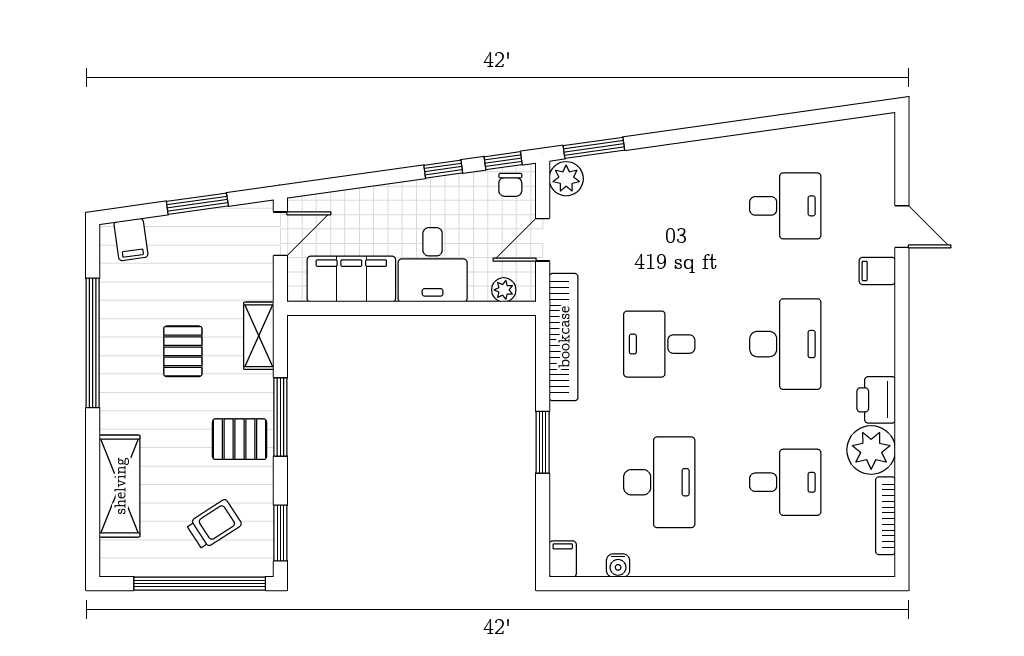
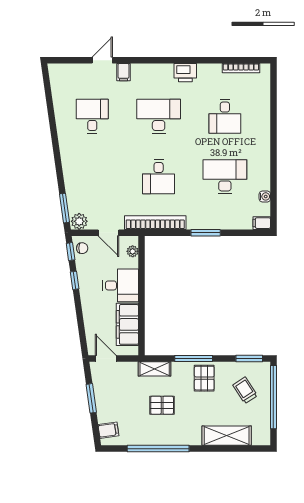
plant: (871, 450) -> (209, 75), removed
desk: (785, 482) -> (225, 116), turned 180

